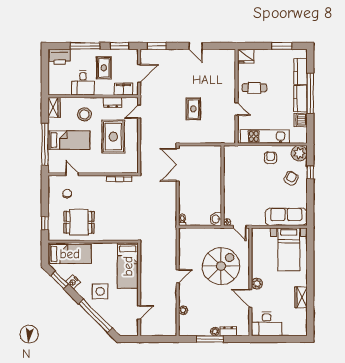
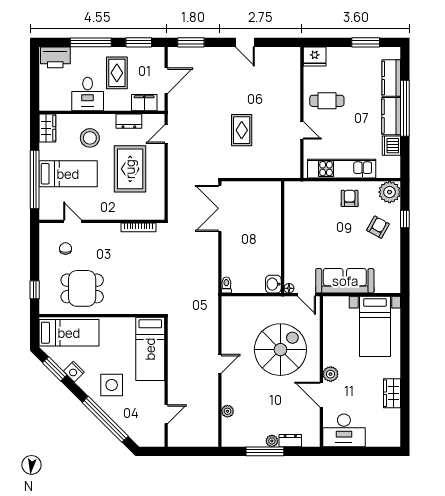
sofa: (286, 217) -> (345, 281), moved

